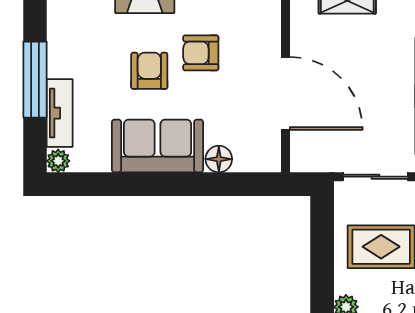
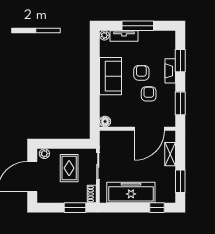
armchair: (149, 71) -> (141, 73), turned -90
door: (285, 93) -> (149, 129), moved
floor lamp: (219, 159) -> (105, 121), moved

